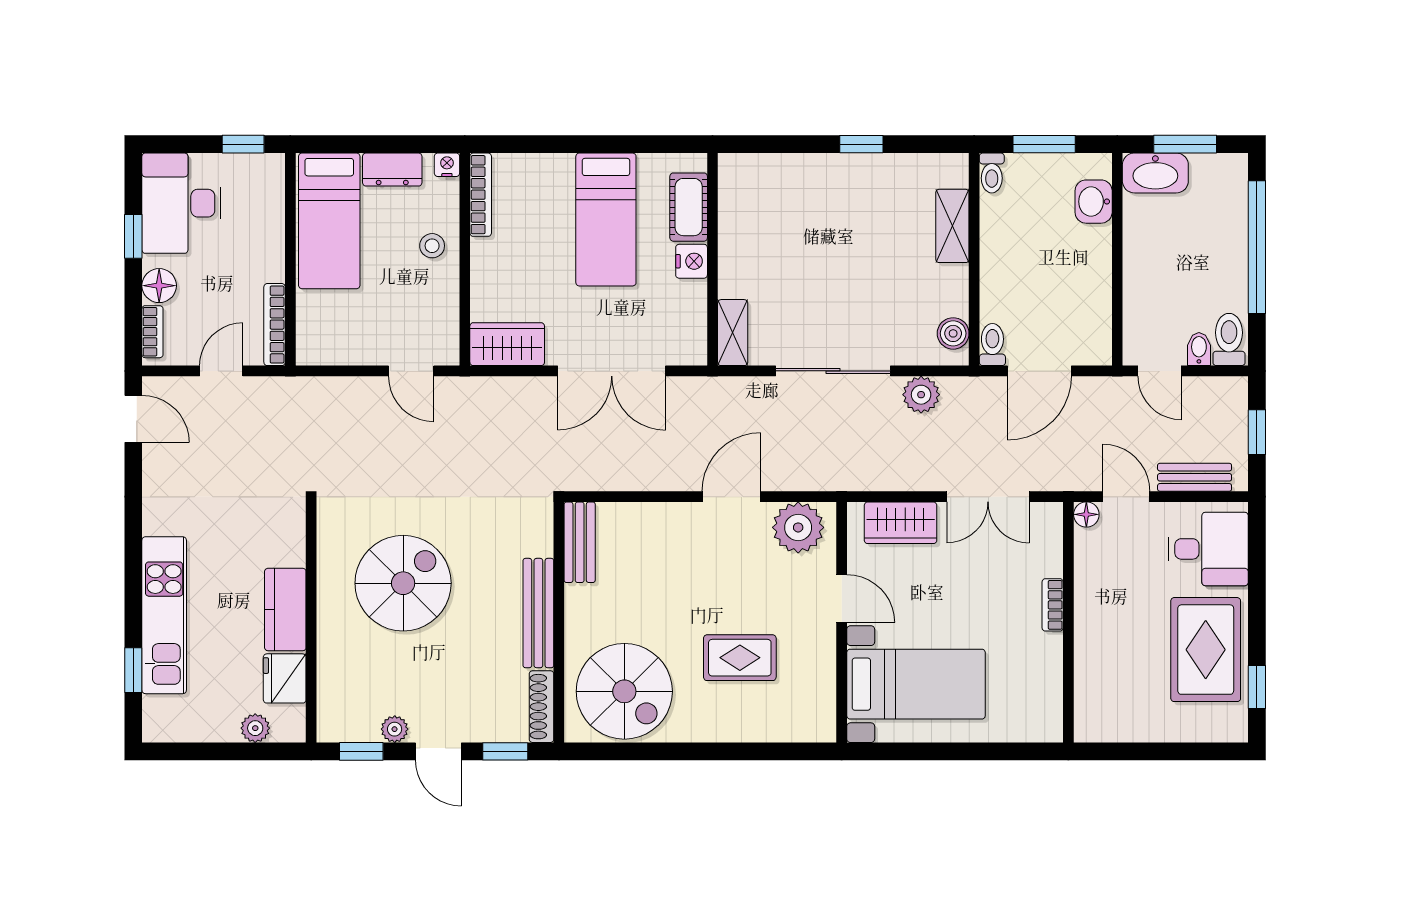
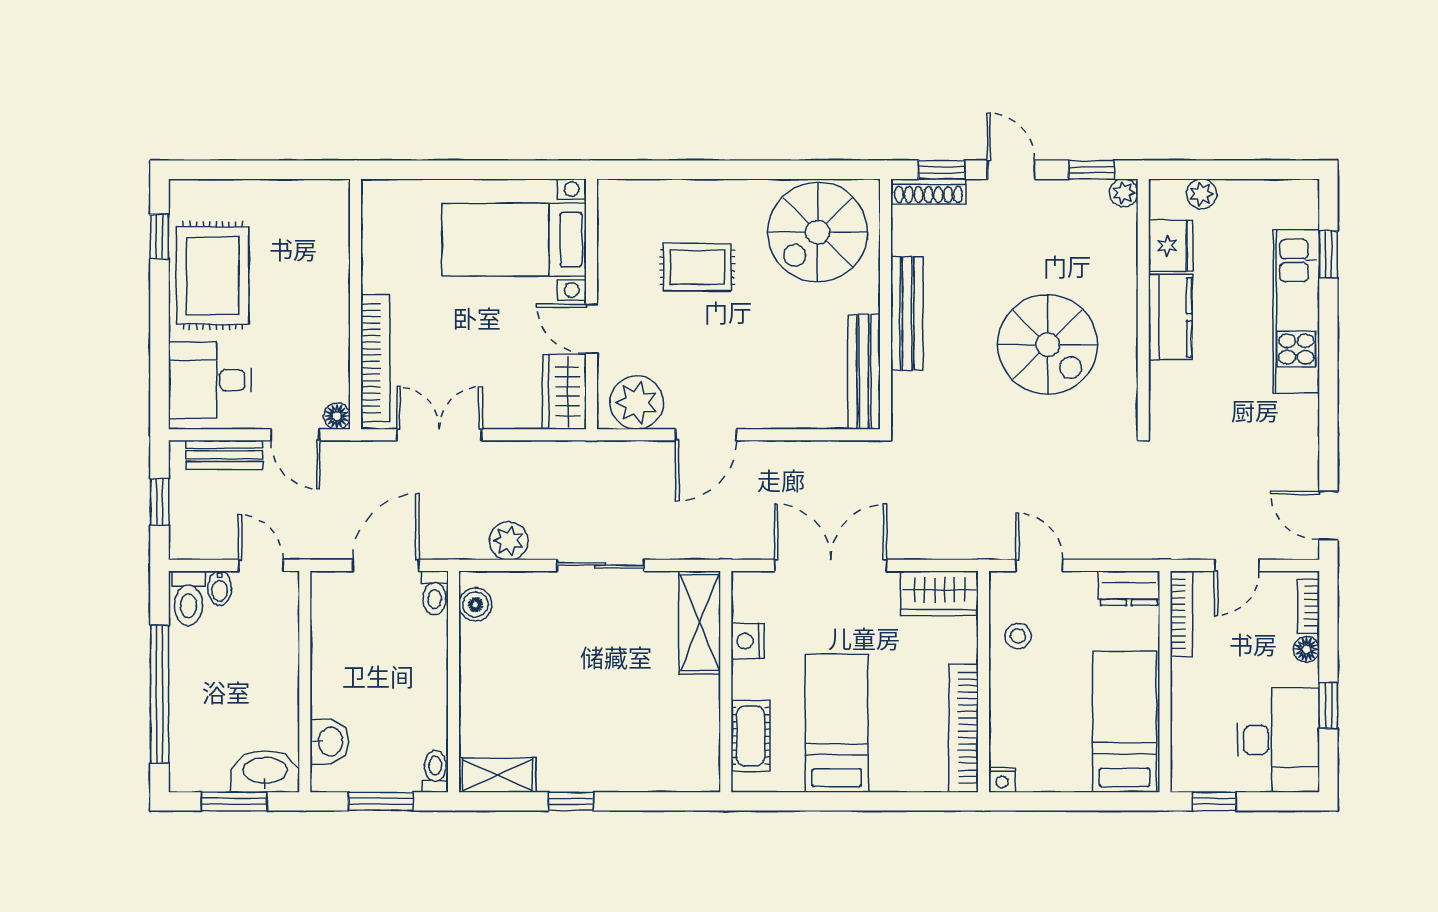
dresser: (392, 170) -> (1129, 588), moved, turned 180
bookcase: (481, 195) -> (963, 728), width x1.48, depth x1.31
shelving: (952, 226) -> (497, 775), moved, turned 90
stool: (432, 246) -> (1018, 636), moved
nightstand: (692, 261) -> (748, 641), moved
floor lamp: (159, 286) -> (1306, 649), width x0.73, depth x0.73
shelving: (733, 333) -> (700, 623), width x1.50, depth x1.33
sliding door: (833, 371) -> (600, 565), width x0.73
wardrobe: (901, 523) -> (564, 392), moved, turned -90
bench: (580, 542) -> (864, 372), width x1.36
spiral stairs: (403, 583) -> (1048, 345), turned -90
bookcase: (1053, 605) -> (375, 358), width x2.31, depth x1.31
spiral stairs: (624, 691) -> (818, 232), turned -90
shoe rack: (541, 707) -> (928, 192), moved, turned 90
plant: (395, 729) -> (1124, 193), moved

